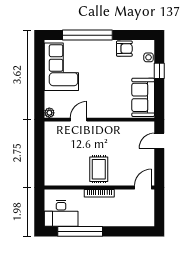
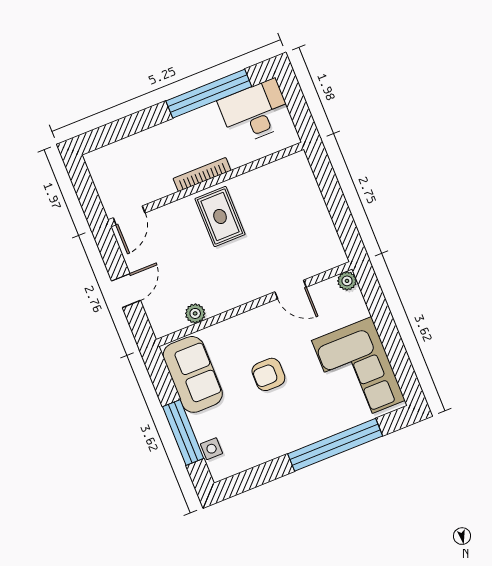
armchair: (124, 49) -> (268, 374), moved
window: (159, 71) -> (183, 433), width x2.17
door: (79, 120) -> (291, 290), hinge flipped
plant: (130, 127) -> (195, 313), added
door: (159, 141) -> (126, 291), moved

